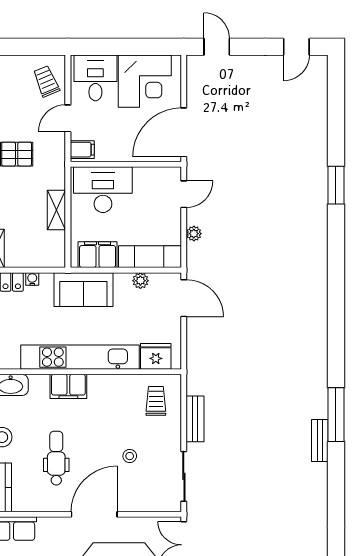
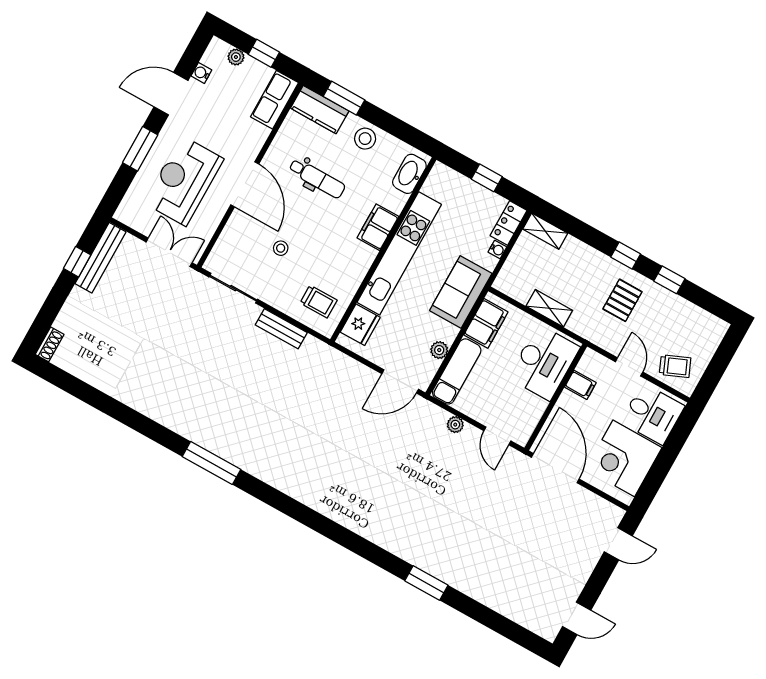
door: (296, 47) -> (577, 618), swing flipped
filing cabinet: (82, 150) -> (580, 385), moved, turned -90
bench: (320, 440) -> (196, 434), removed

